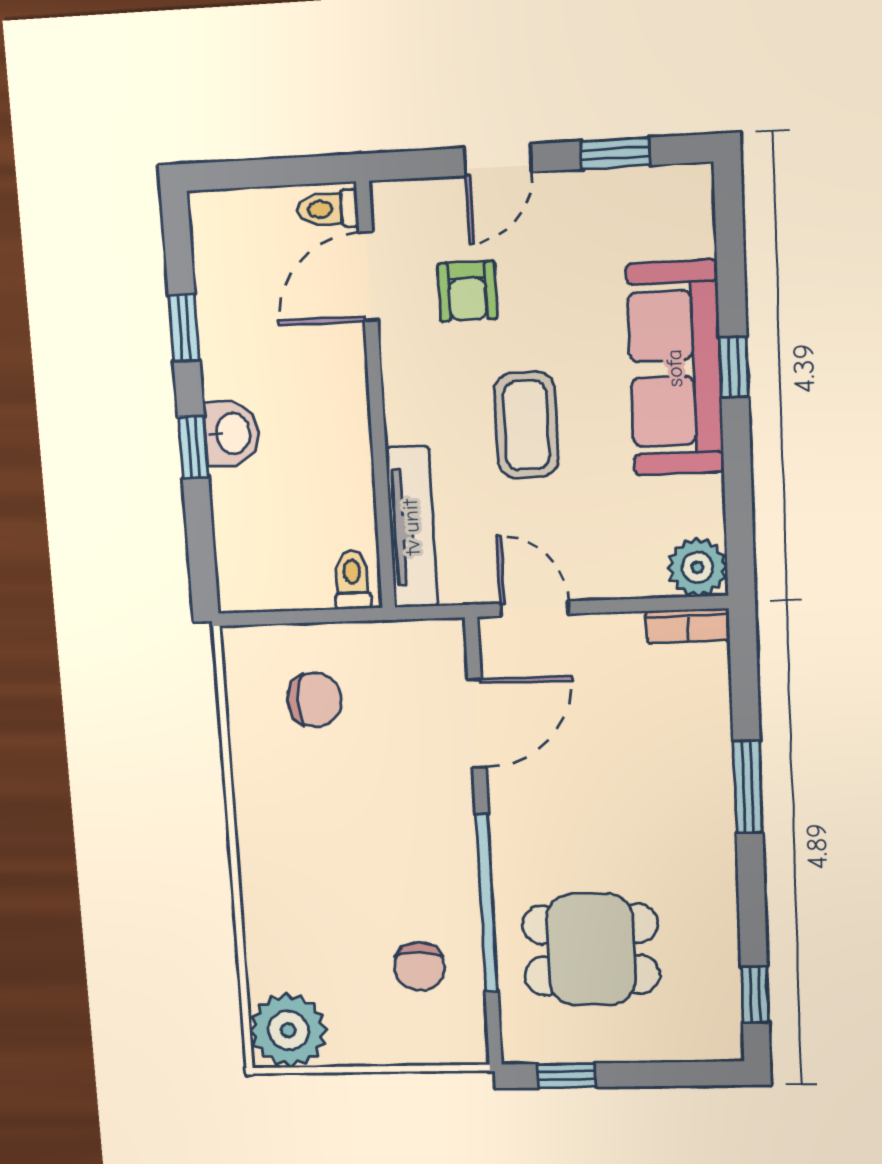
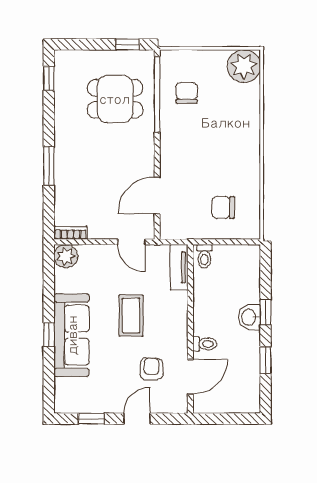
toilet: (328, 209) -> (205, 344), moved
tv unit: (412, 527) -> (179, 267), width x0.71
window: (487, 903) -> (157, 94), moved

